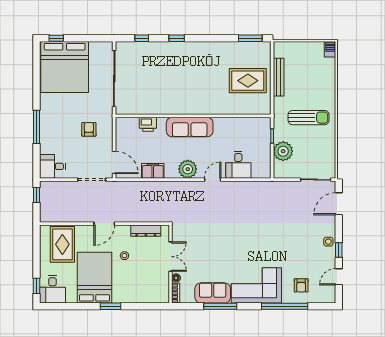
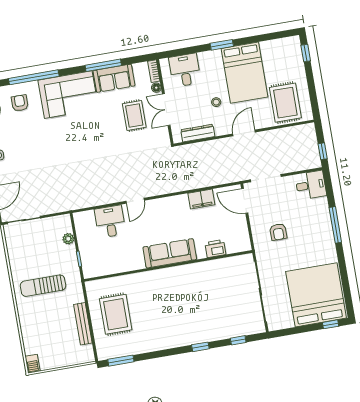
rug: (248, 81) -> (116, 314), turned 90
plant: (283, 151) -> (68, 239), width x0.53, depth x0.53
plant: (188, 169) -> (164, 207), removed
rug: (200, 256) -> (134, 116), added
desk: (52, 289) -> (185, 70), moved

